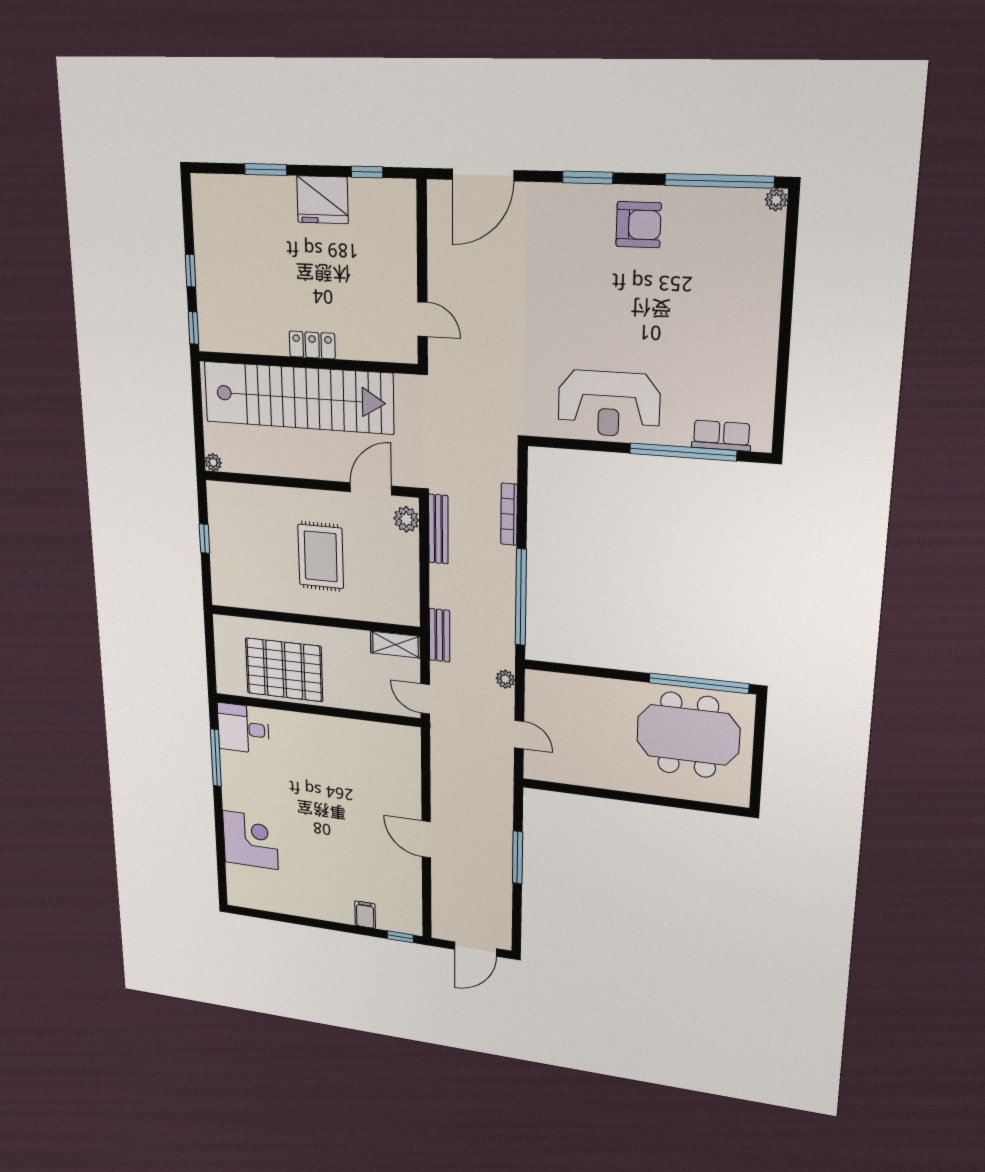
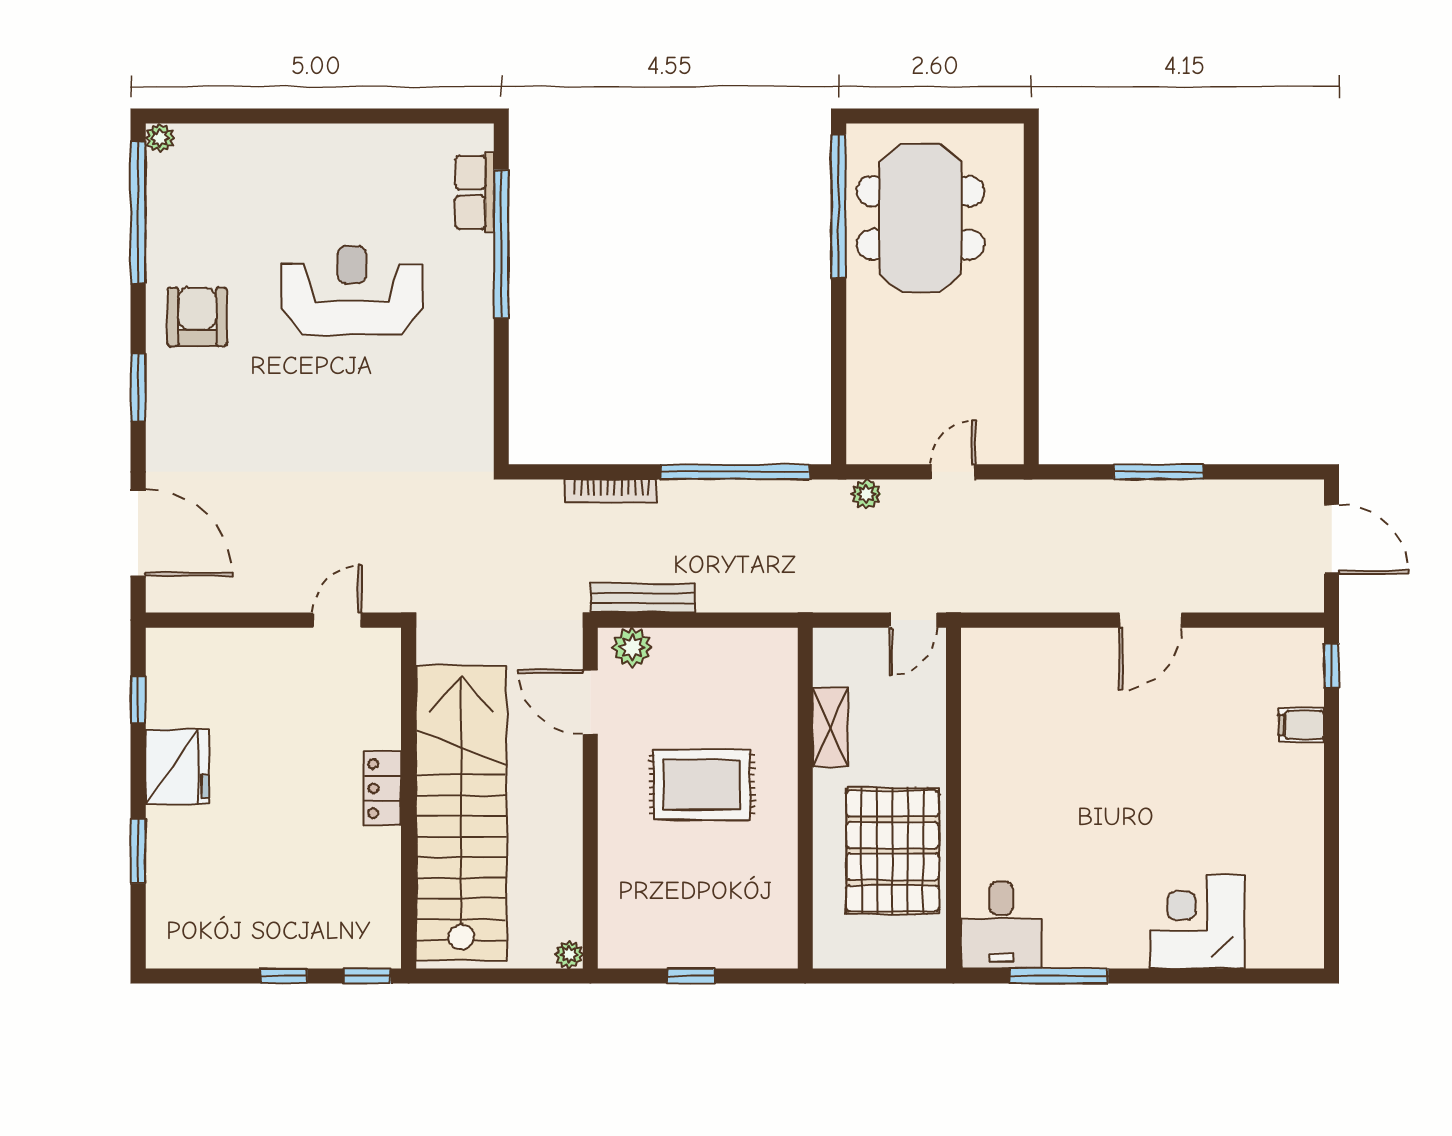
reception desk: (609, 404) -> (352, 290), moved, turned -90
bench: (440, 635) -> (808, 597), removed
shelving: (395, 645) -> (830, 727), moved

